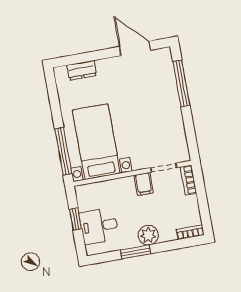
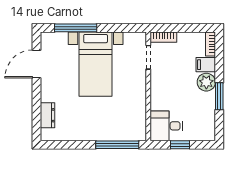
bed with nightstands: (96, 142) -> (96, 64), moved, turned -90
filing cabinet: (144, 184) -> (206, 65), moved, turned 180
desk: (99, 226) -> (166, 126), moved, turned 90

